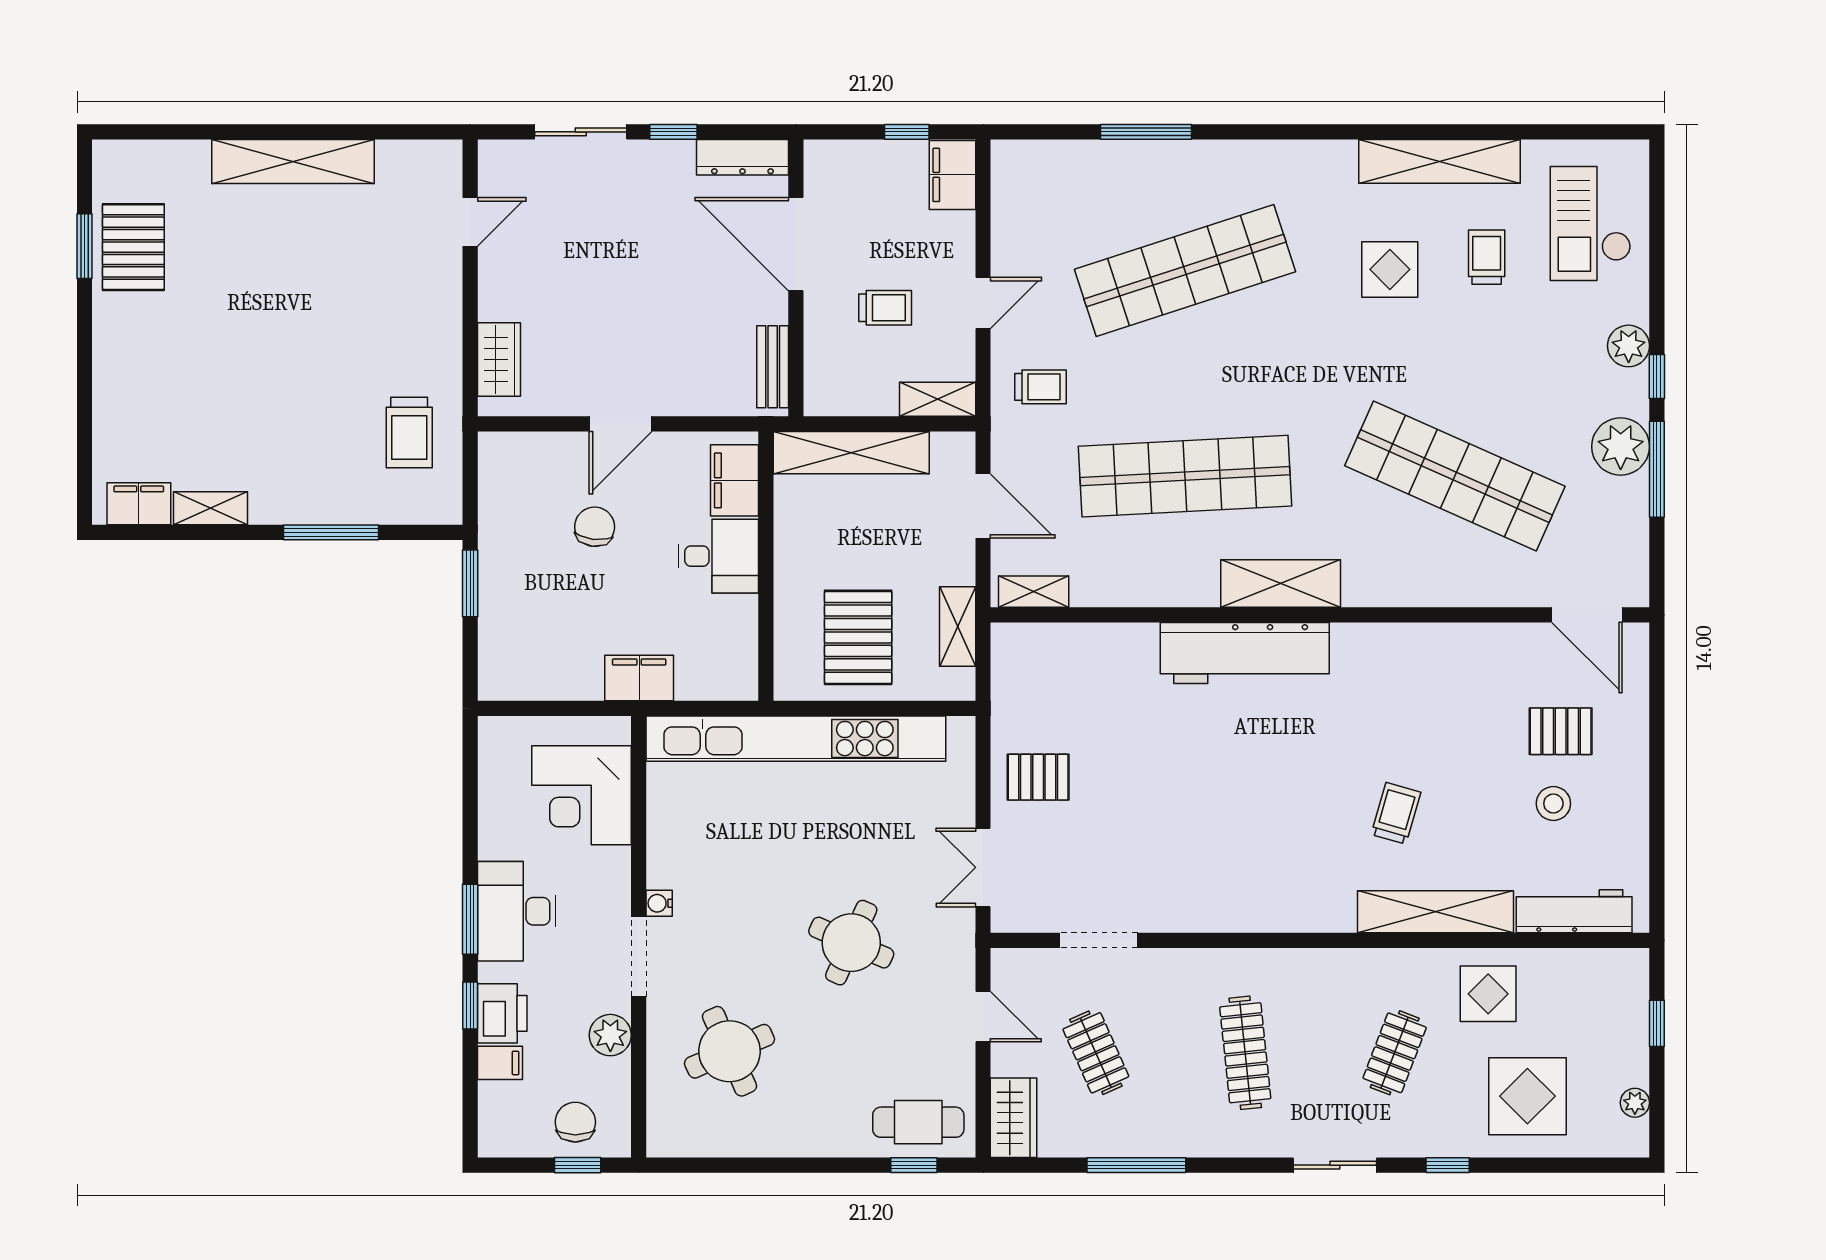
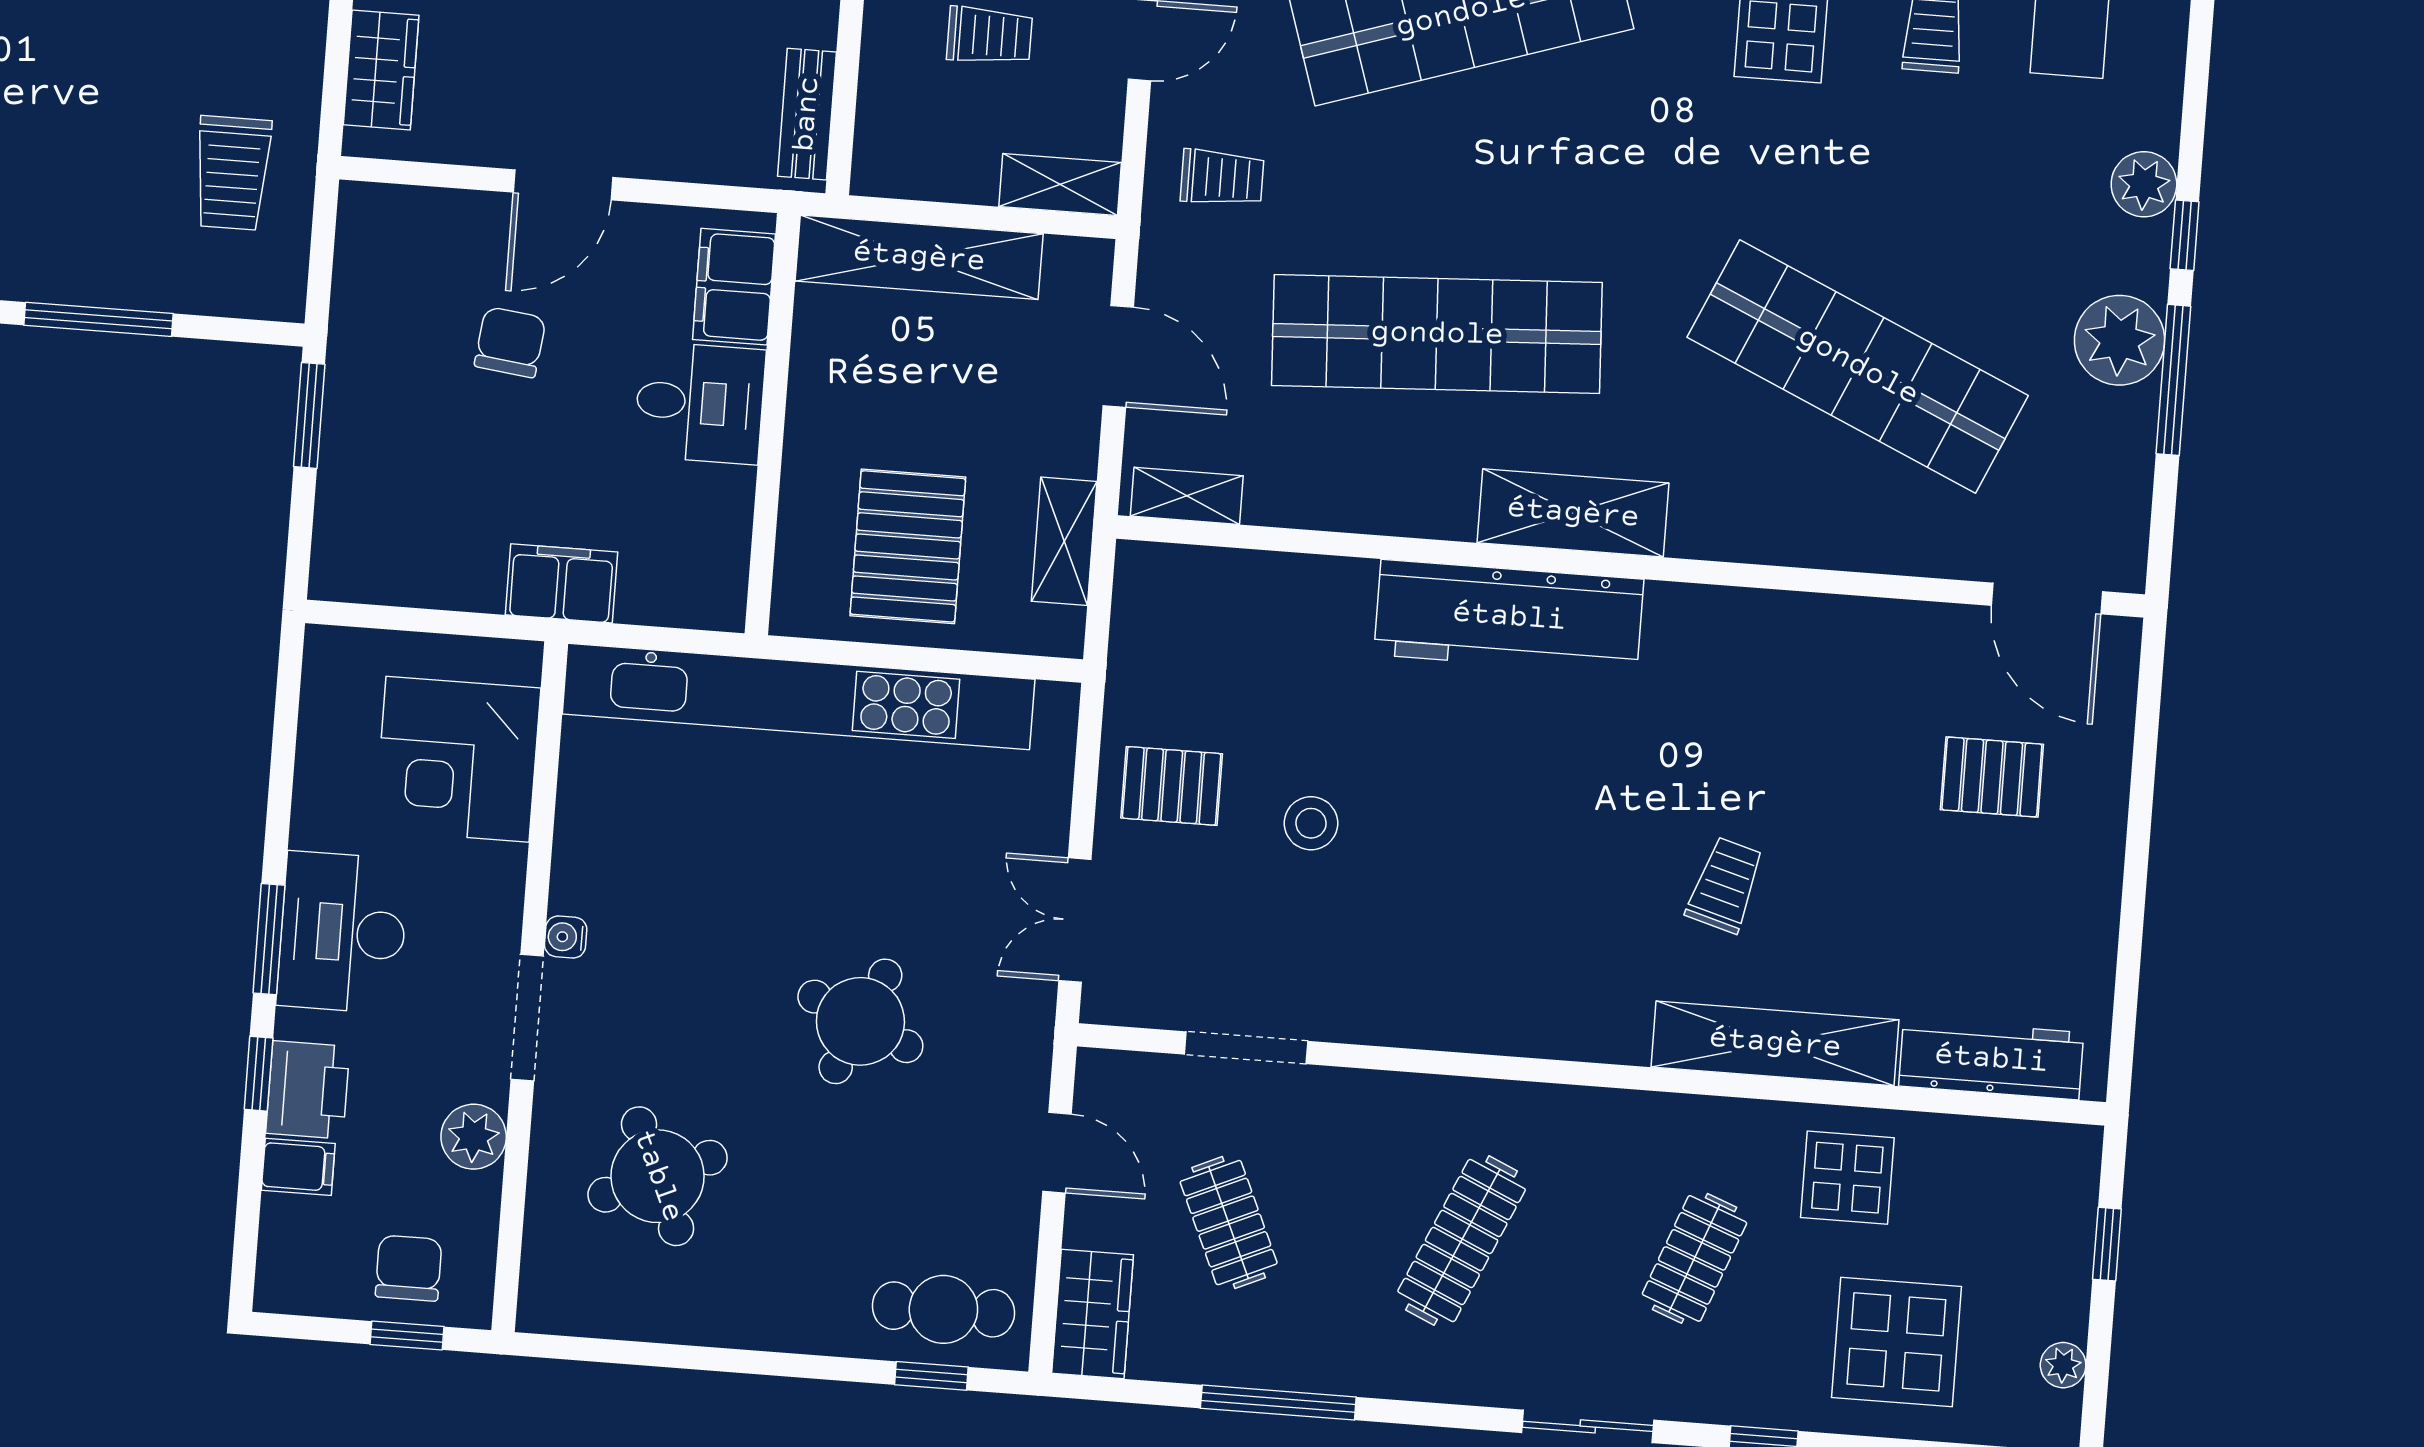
stool: (1553, 803) -> (1311, 823), moved
clothes rail: (1245, 1053) -> (1462, 1240), turned 30

